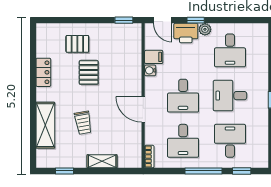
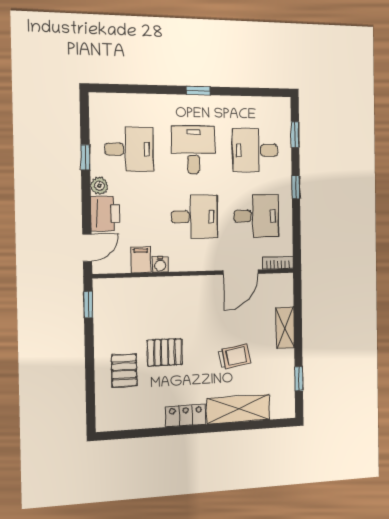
window: (196, 20) -> (85, 157), moved
locker: (43, 72) -> (186, 415), moved
desk: (230, 96) -> (193, 150), turned 180
door: (143, 109) -> (241, 272), moved
window: (204, 171) -> (296, 187), width x0.46

